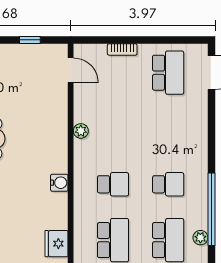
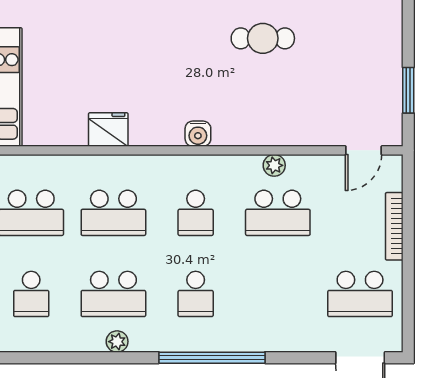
window: (30, 40) -> (408, 90), width x1.50
bookcase: (122, 49) -> (394, 226), width x1.56
school desk: (113, 128) -> (278, 213), added
window: (211, 209) -> (212, 358), moved

